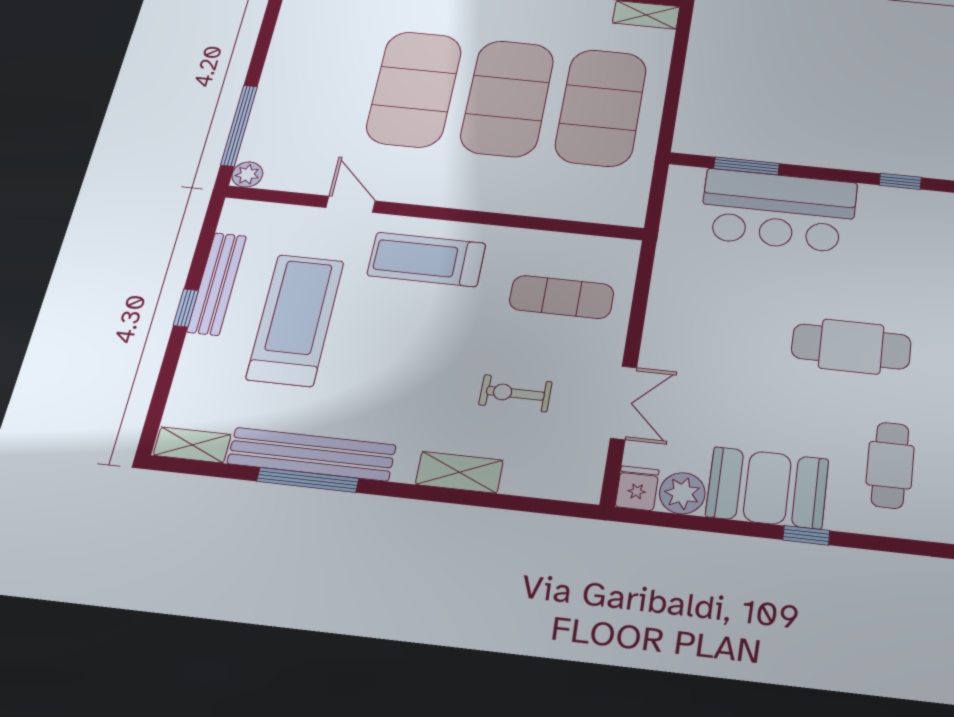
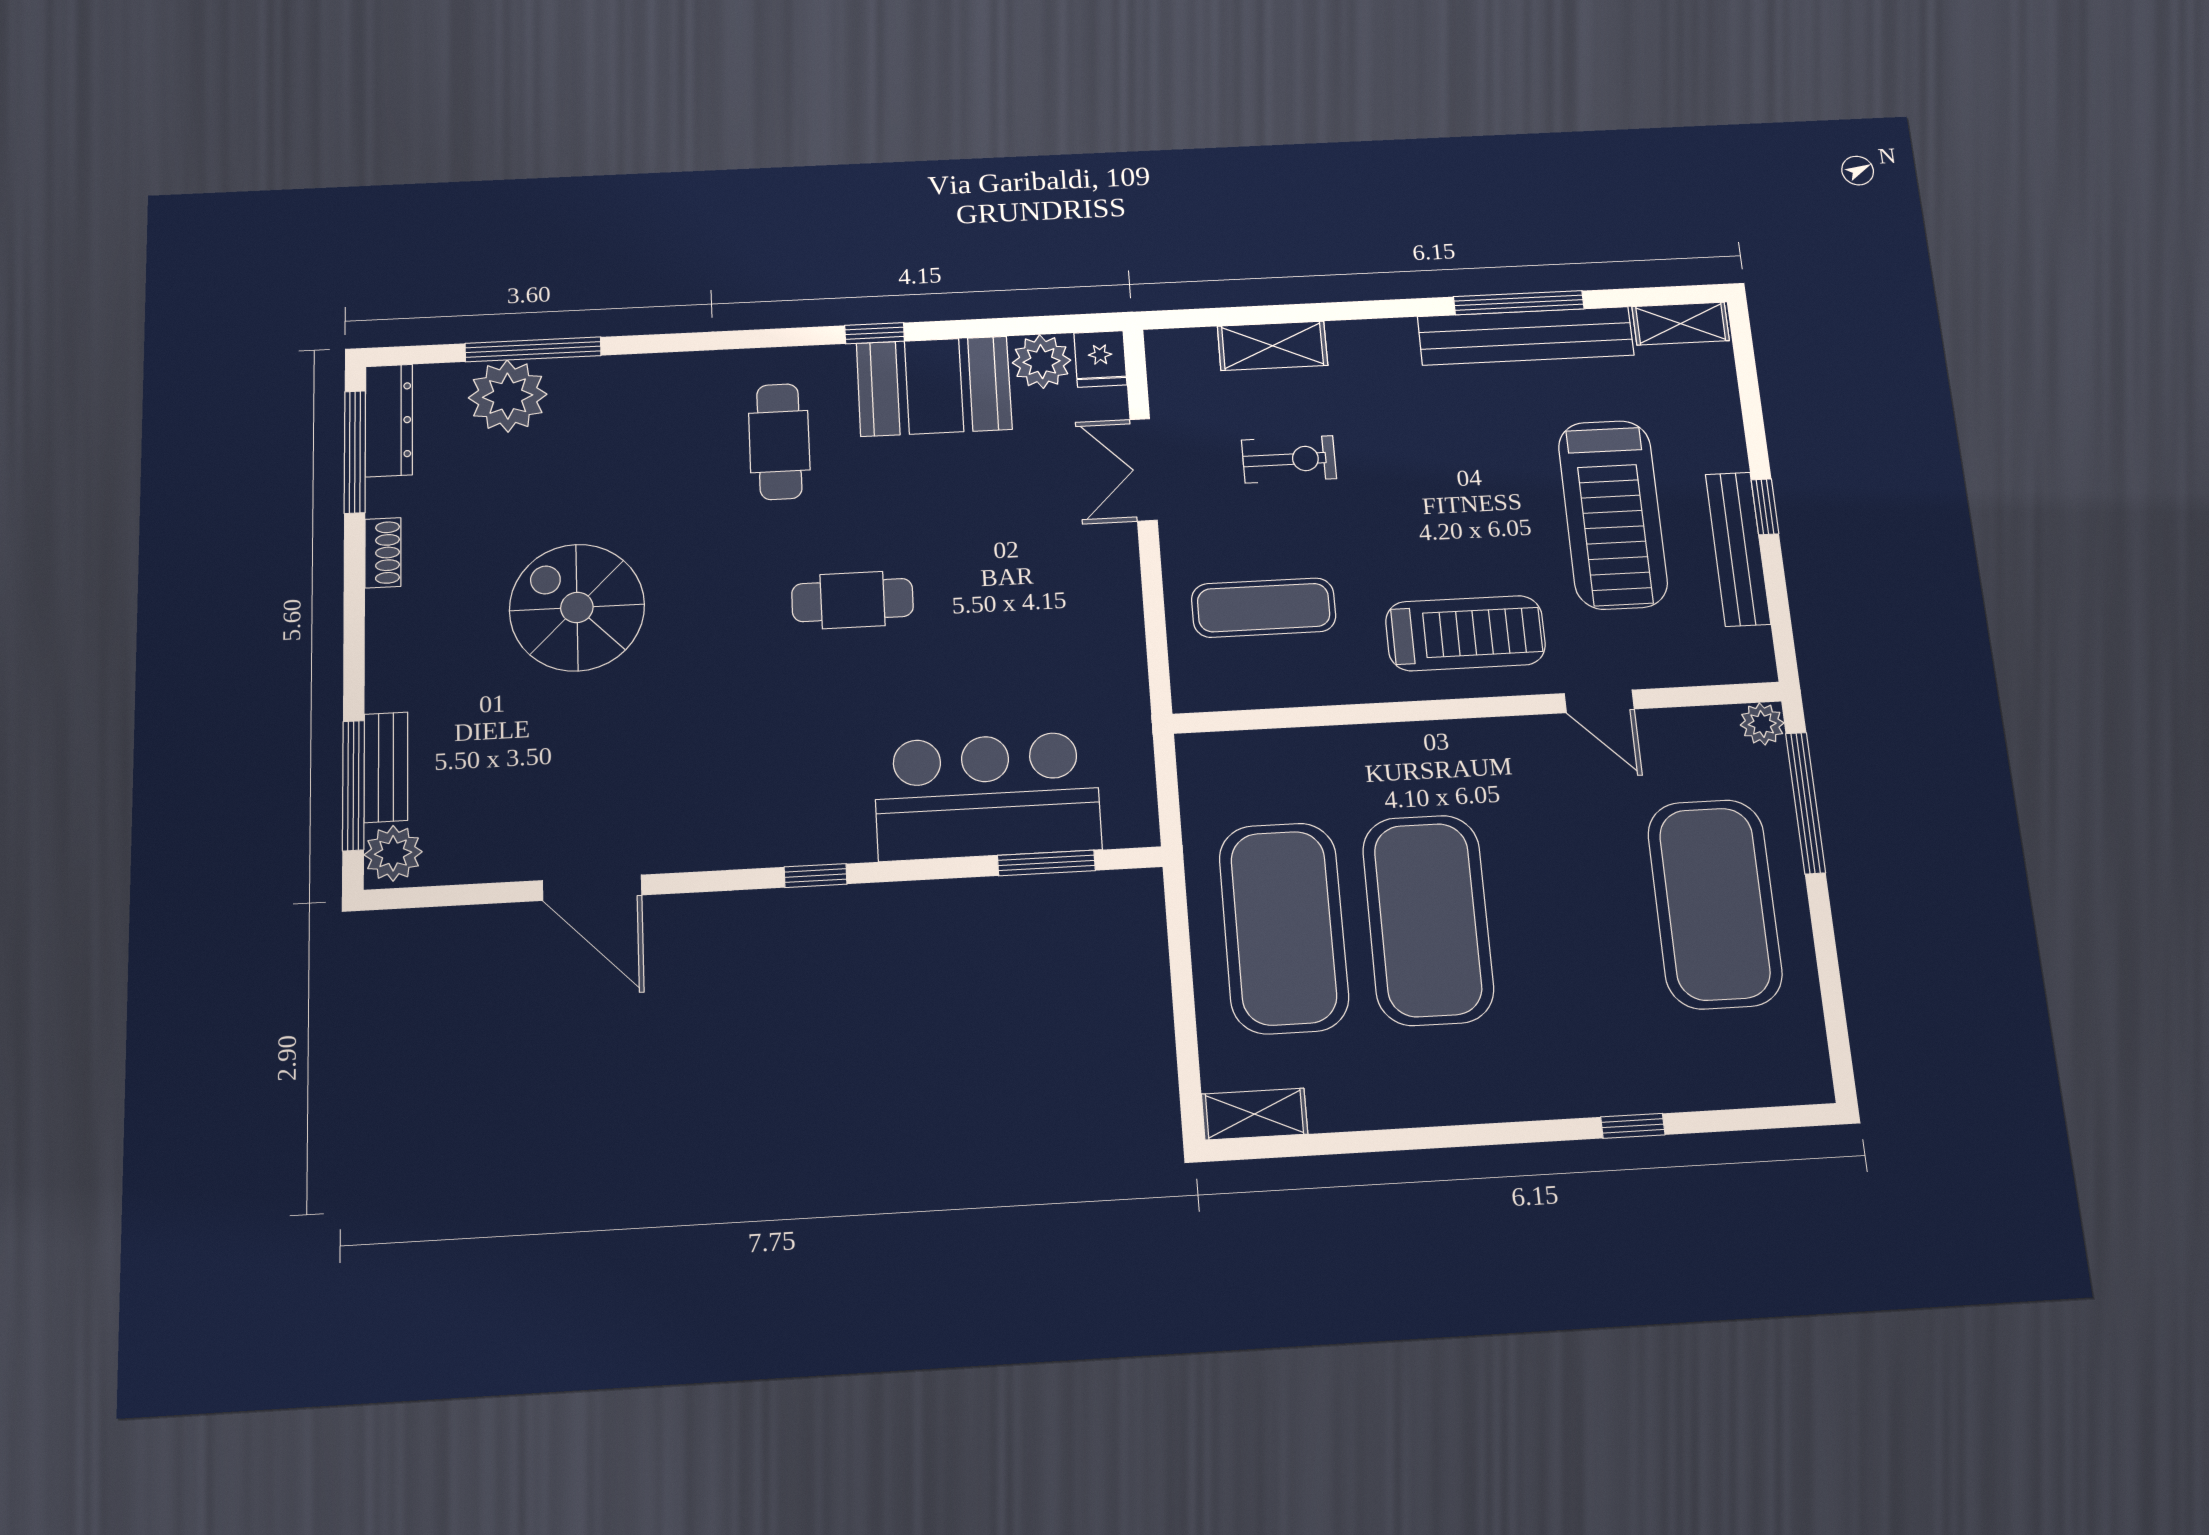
exercise mat: (414, 89) -> (1715, 904), moved
cafe table: (851, 346) -> (853, 600), width x0.73, depth x0.74
shelving: (459, 472) -> (1272, 346), moved

